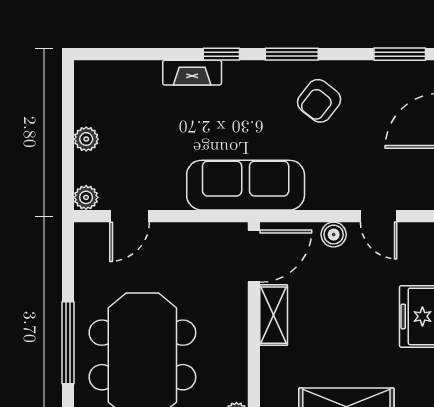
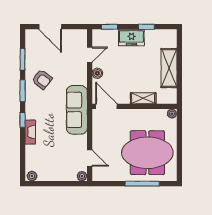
window: (400, 54) -> (23, 59), moved
plant: (86, 139) -> (32, 176), moved
shelving: (274, 315) -> (143, 98), moved

